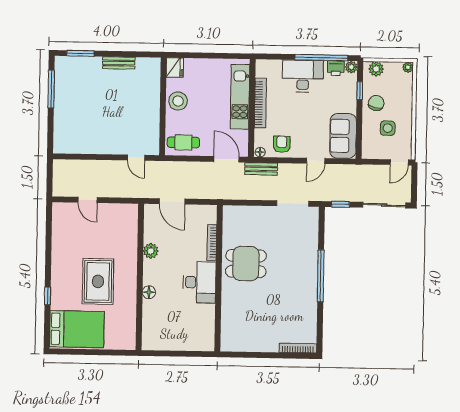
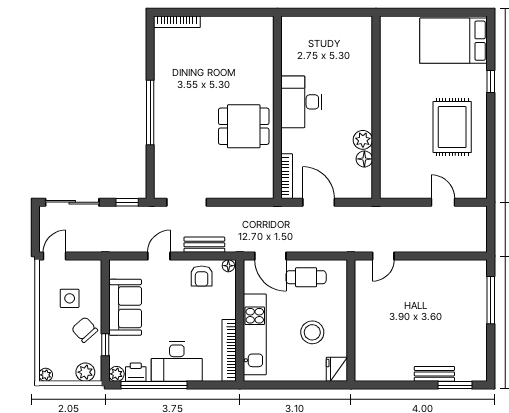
bench: (119, 63) -> (434, 374), moved
window: (51, 89) -> (491, 300), moved
stool: (178, 101) -> (312, 332), moved
bookcase: (260, 103) -> (229, 350), moved
chair: (376, 103) -> (85, 330), turned 125
sofa: (343, 136) -> (125, 307), moved
cafe table: (183, 142) -> (306, 277), moved
door: (136, 158) -> (383, 256), swing flipped
bench: (261, 169) -> (204, 245), moved
door: (172, 201) -> (319, 202), moved
bookcase: (212, 243) -> (287, 176), moved
rug: (98, 281) -> (452, 127), moved
floor lamp: (149, 292) -> (364, 159), moved

